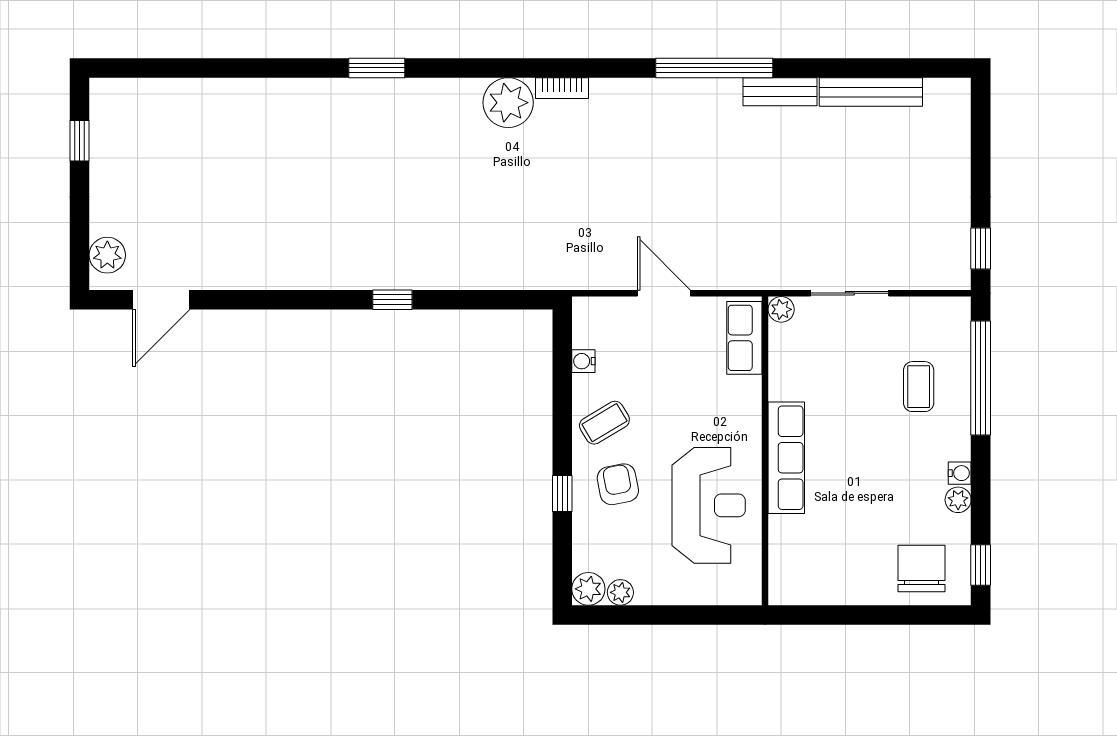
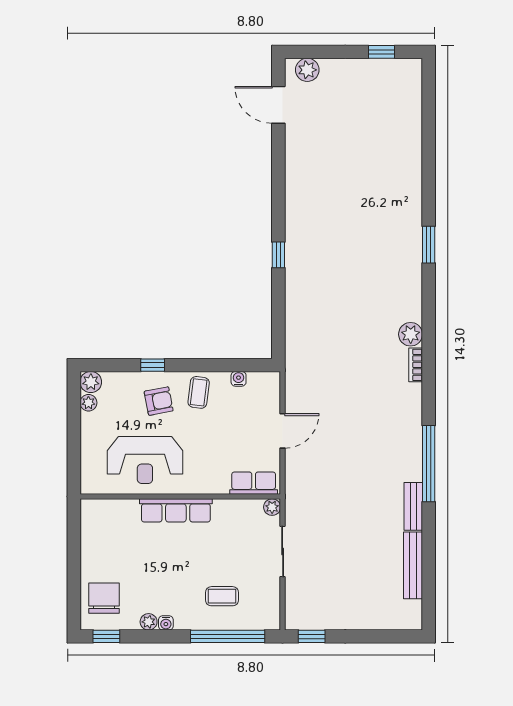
plant: (508, 103) -> (411, 334), width x0.73, depth x0.73
coffee table: (604, 423) -> (199, 392), turned 38
chair: (922, 568) -> (104, 598), turned -90

